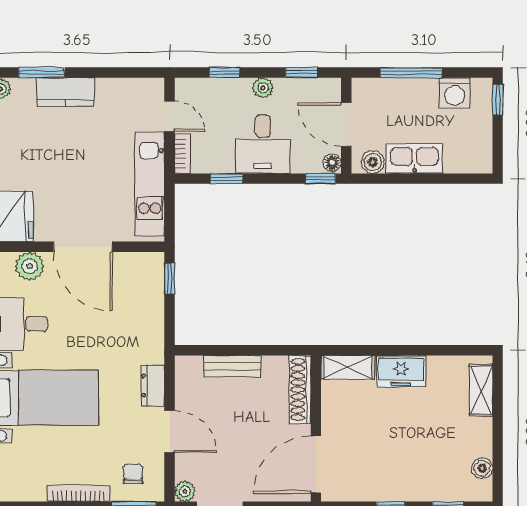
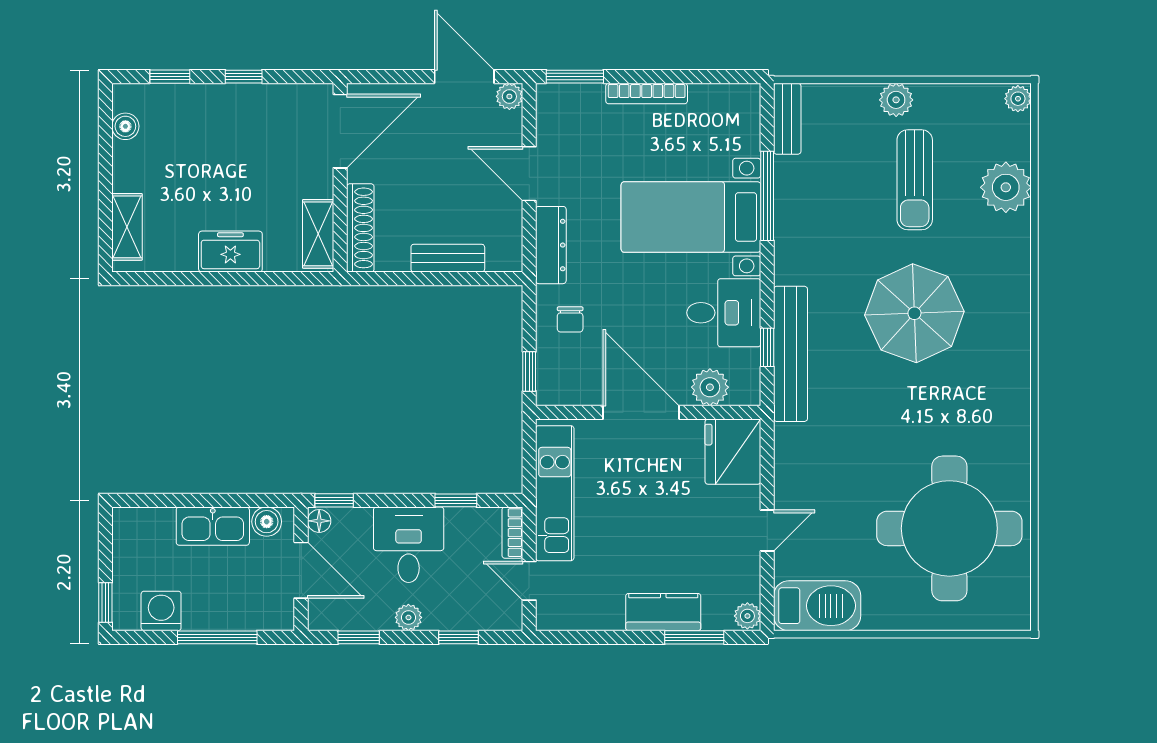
shelving: (348, 367) -> (318, 234), moved, turned 90
dresser: (153, 385) -> (551, 245), width x1.44
chair: (133, 474) -> (570, 319), moved

